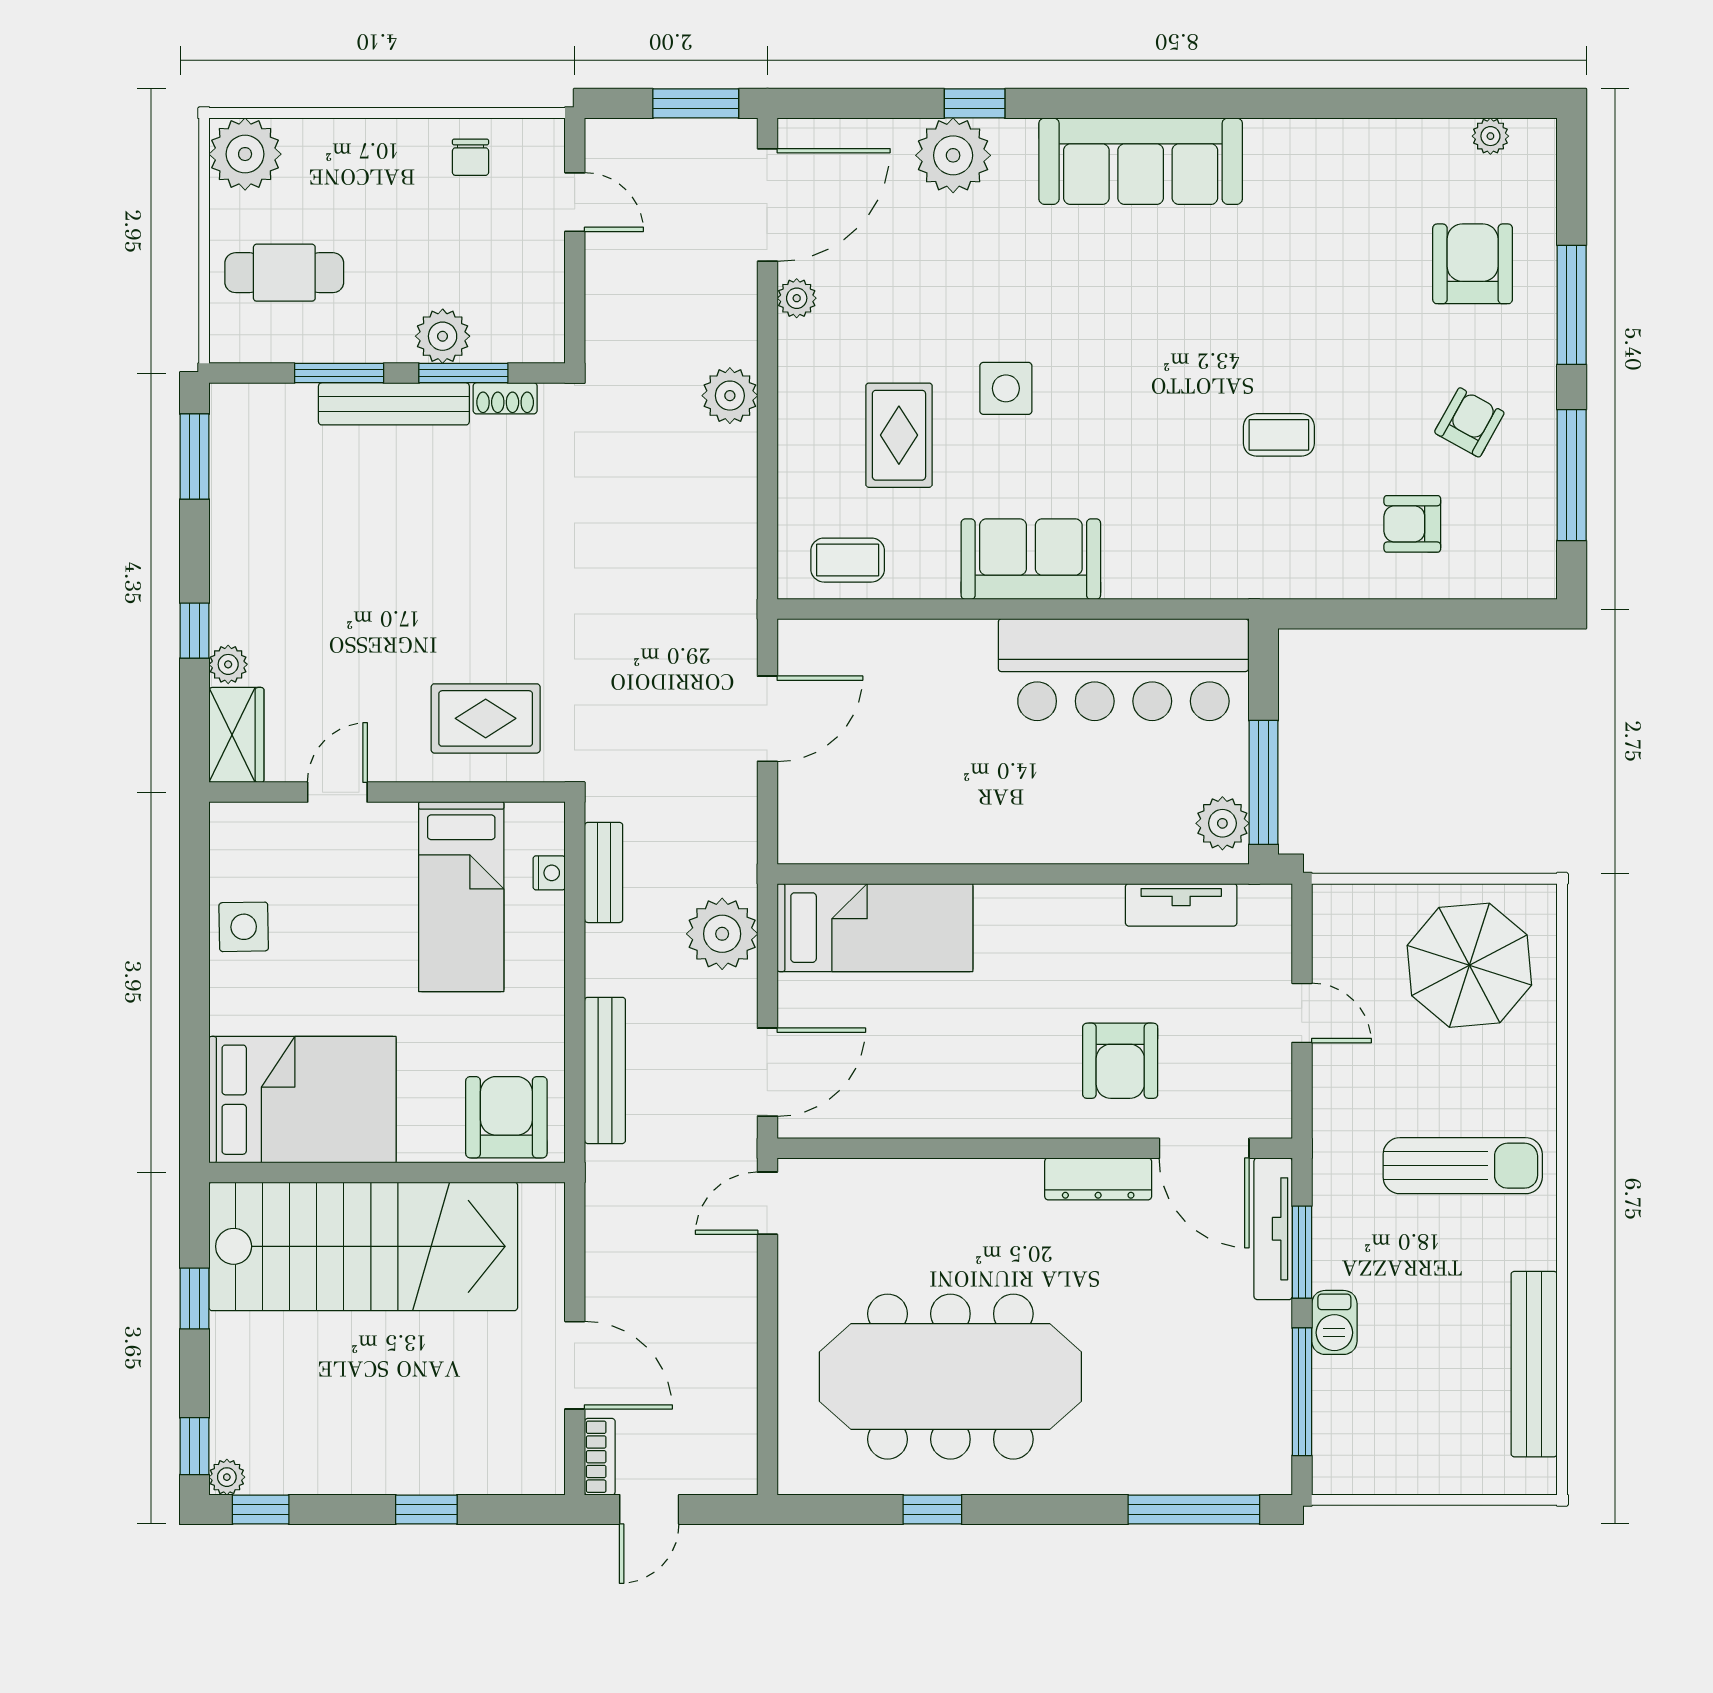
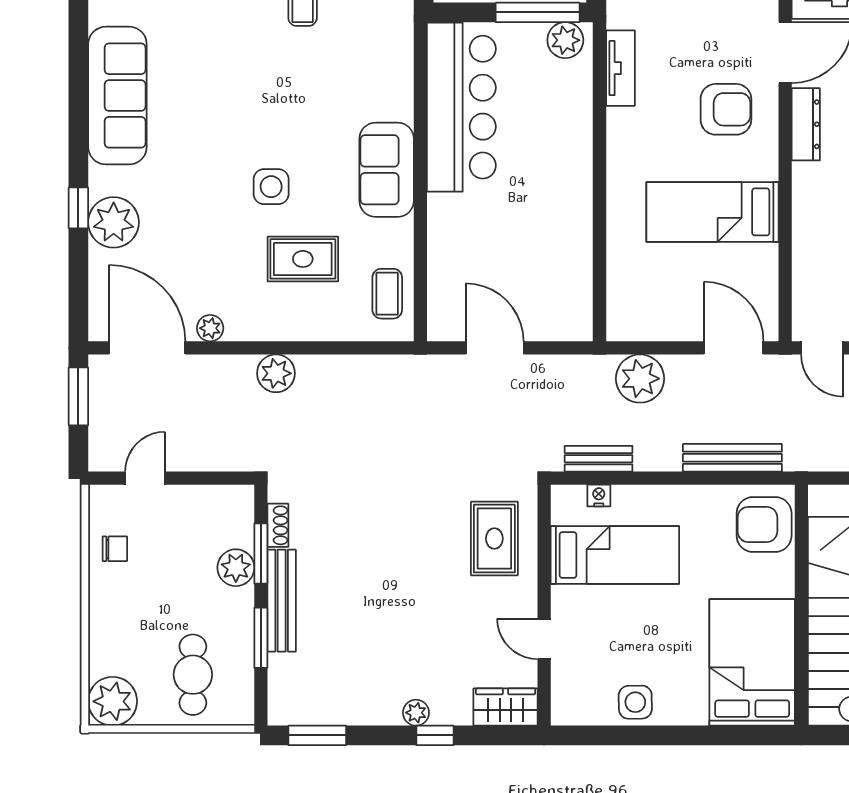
plant: (228, 664) -> (416, 713), moved
bed: (875, 928) -> (712, 212), moved, turned -90

